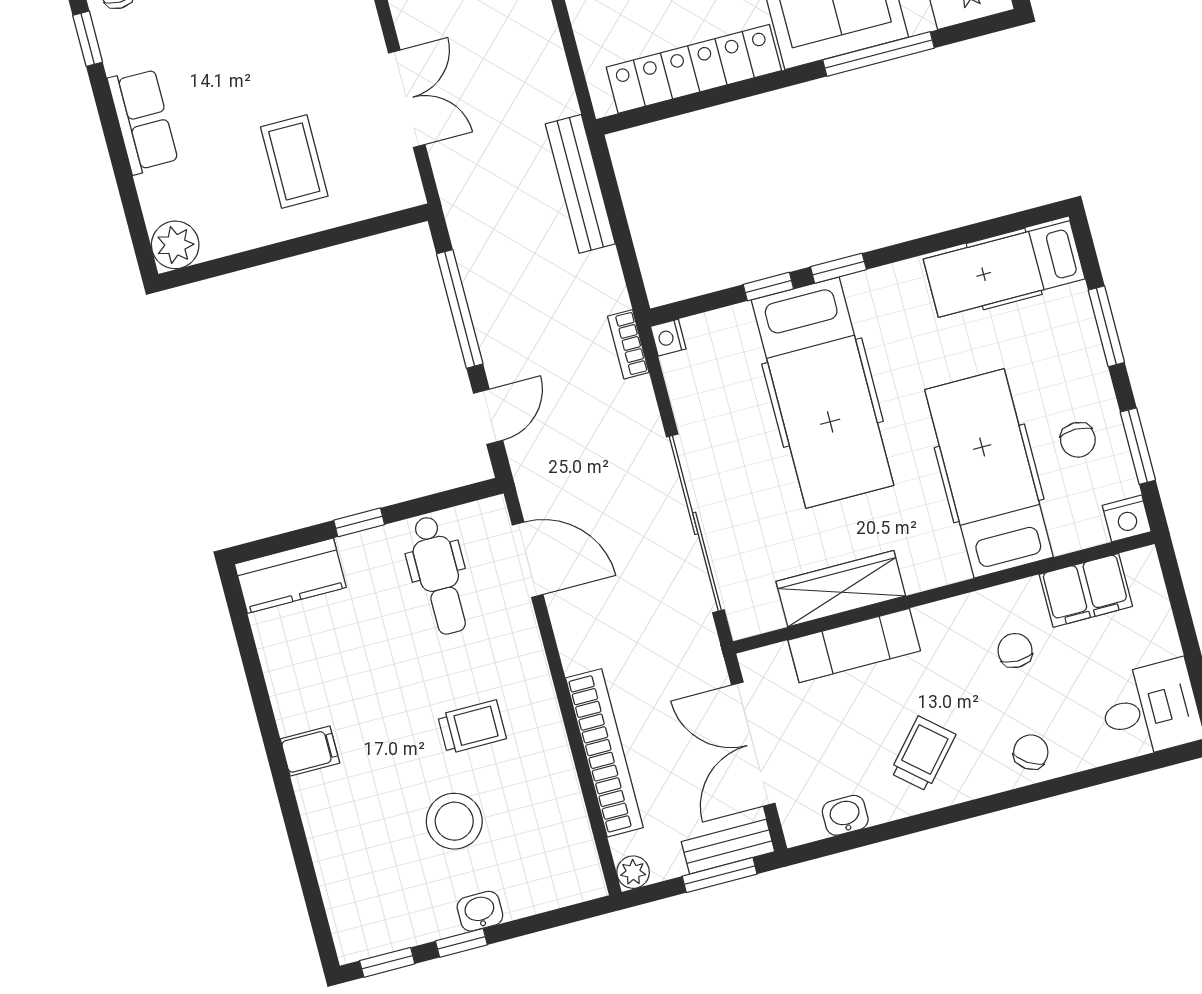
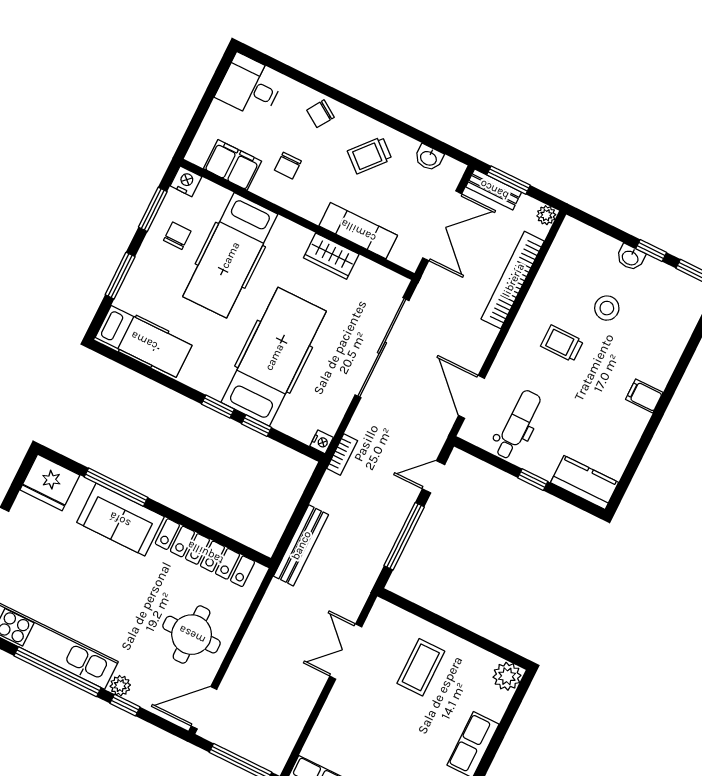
wardrobe: (841, 589) -> (331, 256), width x0.67
stool: (454, 821) -> (607, 308), width x0.73, depth x0.73

